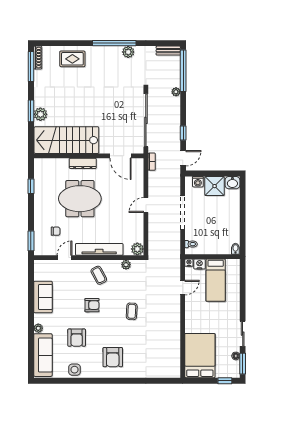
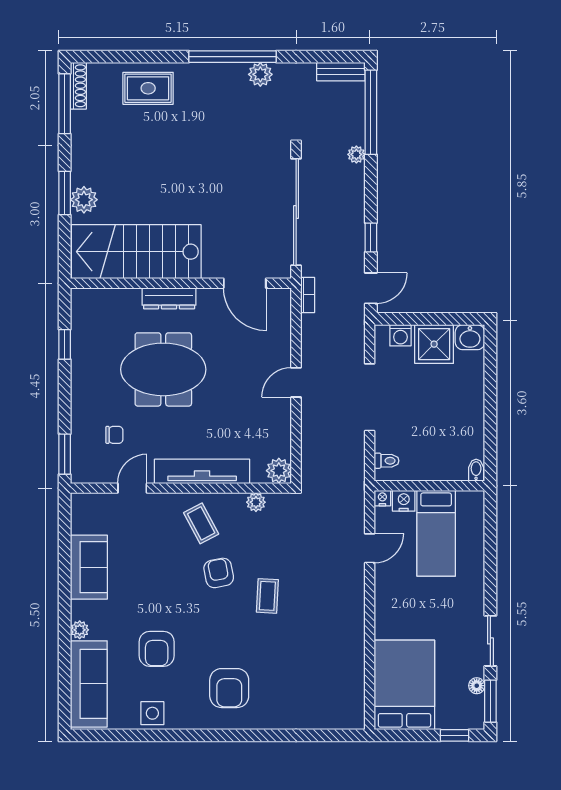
armchair: (92, 305) -> (219, 573), moved, turned -101

